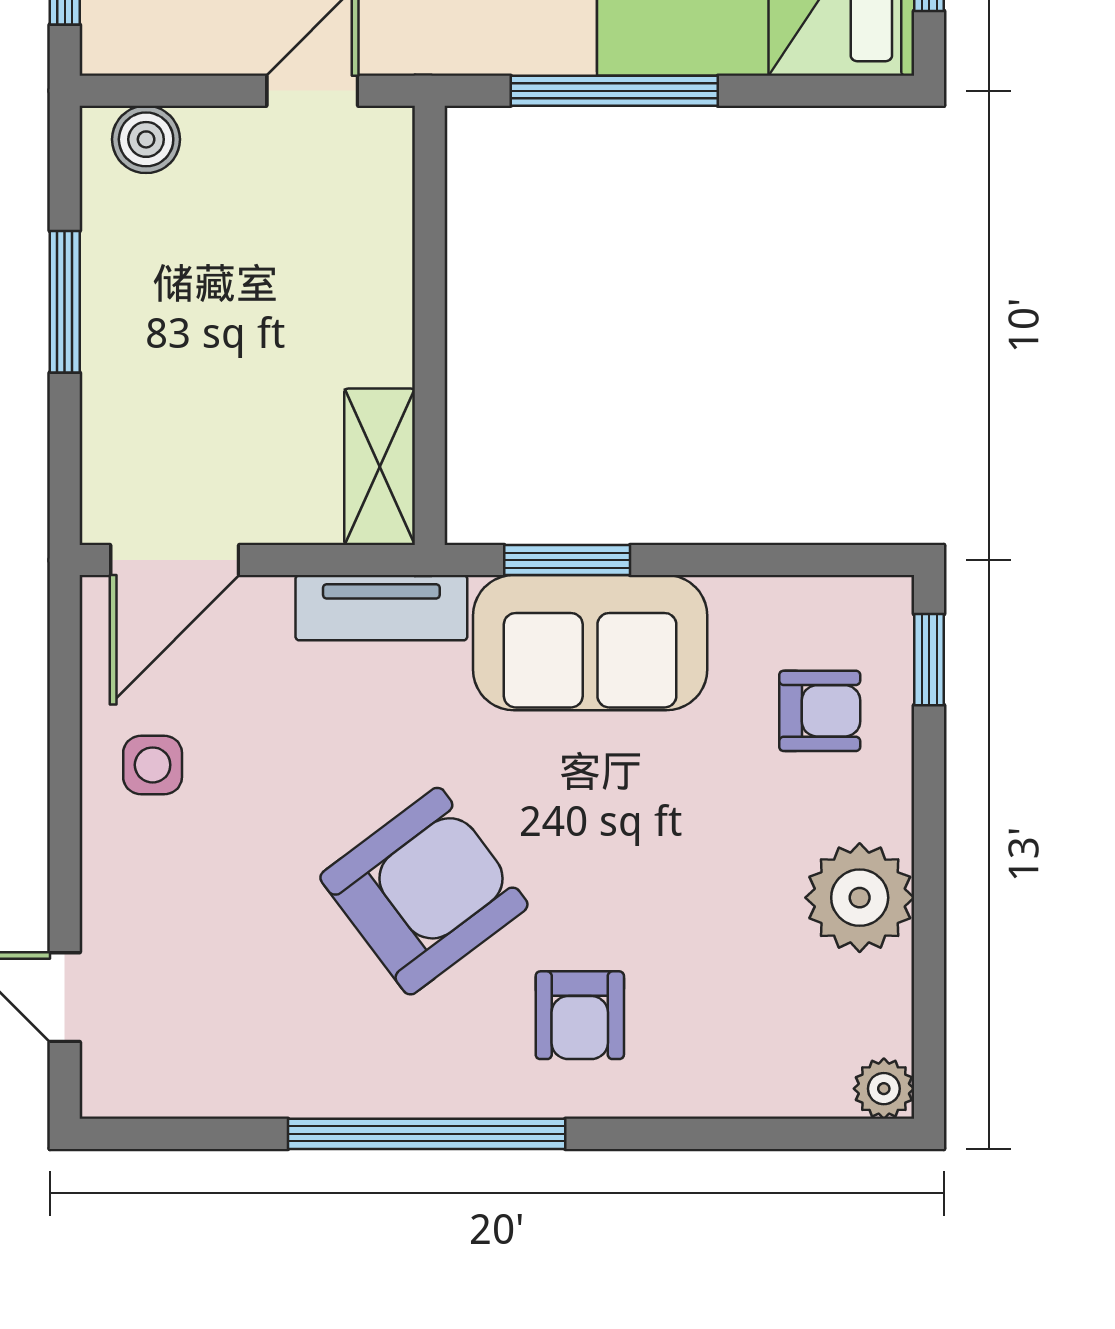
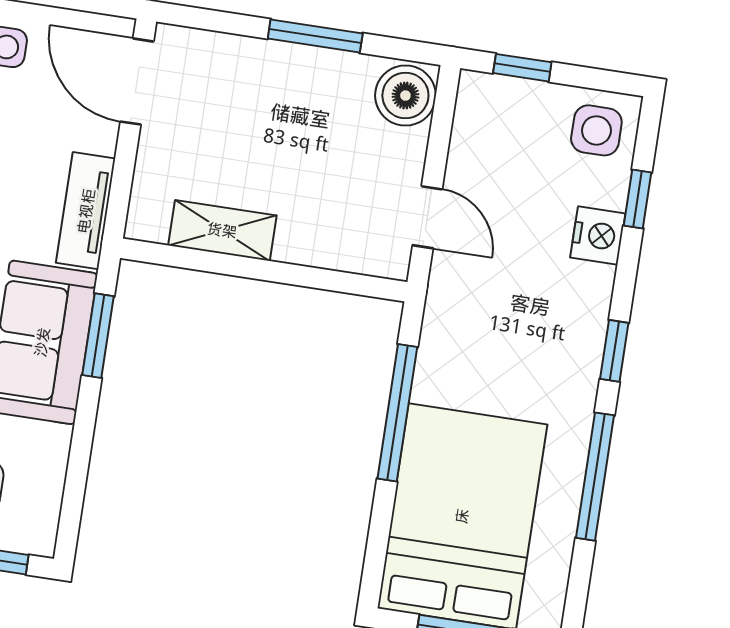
boiler: (146, 139) -> (405, 96), width x1.36, depth x1.36
shelving: (380, 467) -> (222, 230), moved

